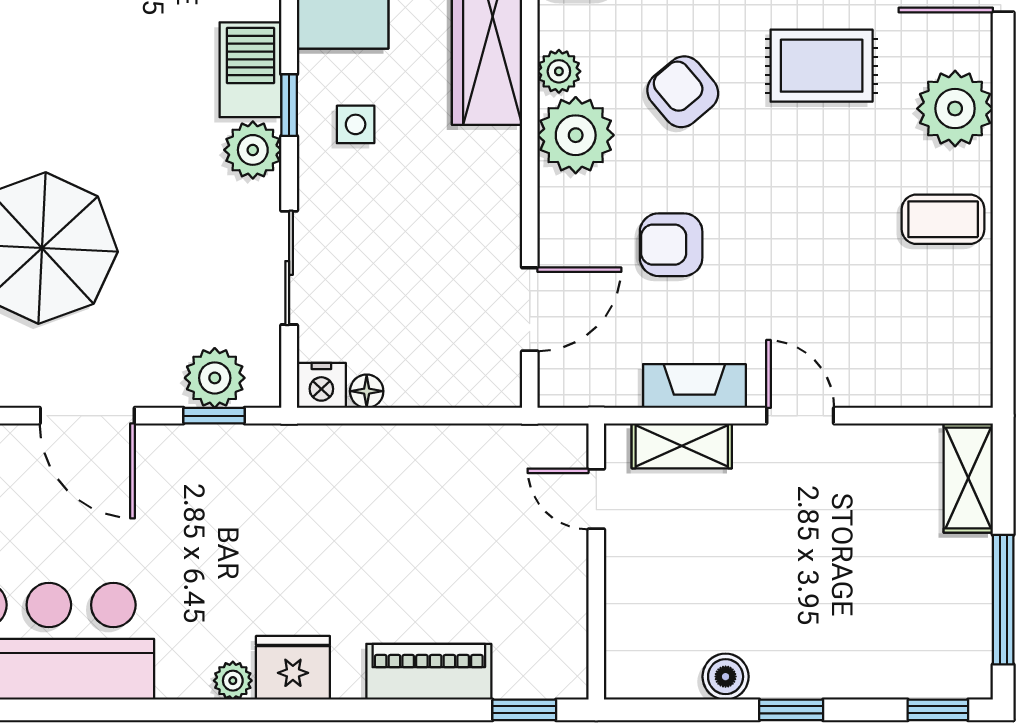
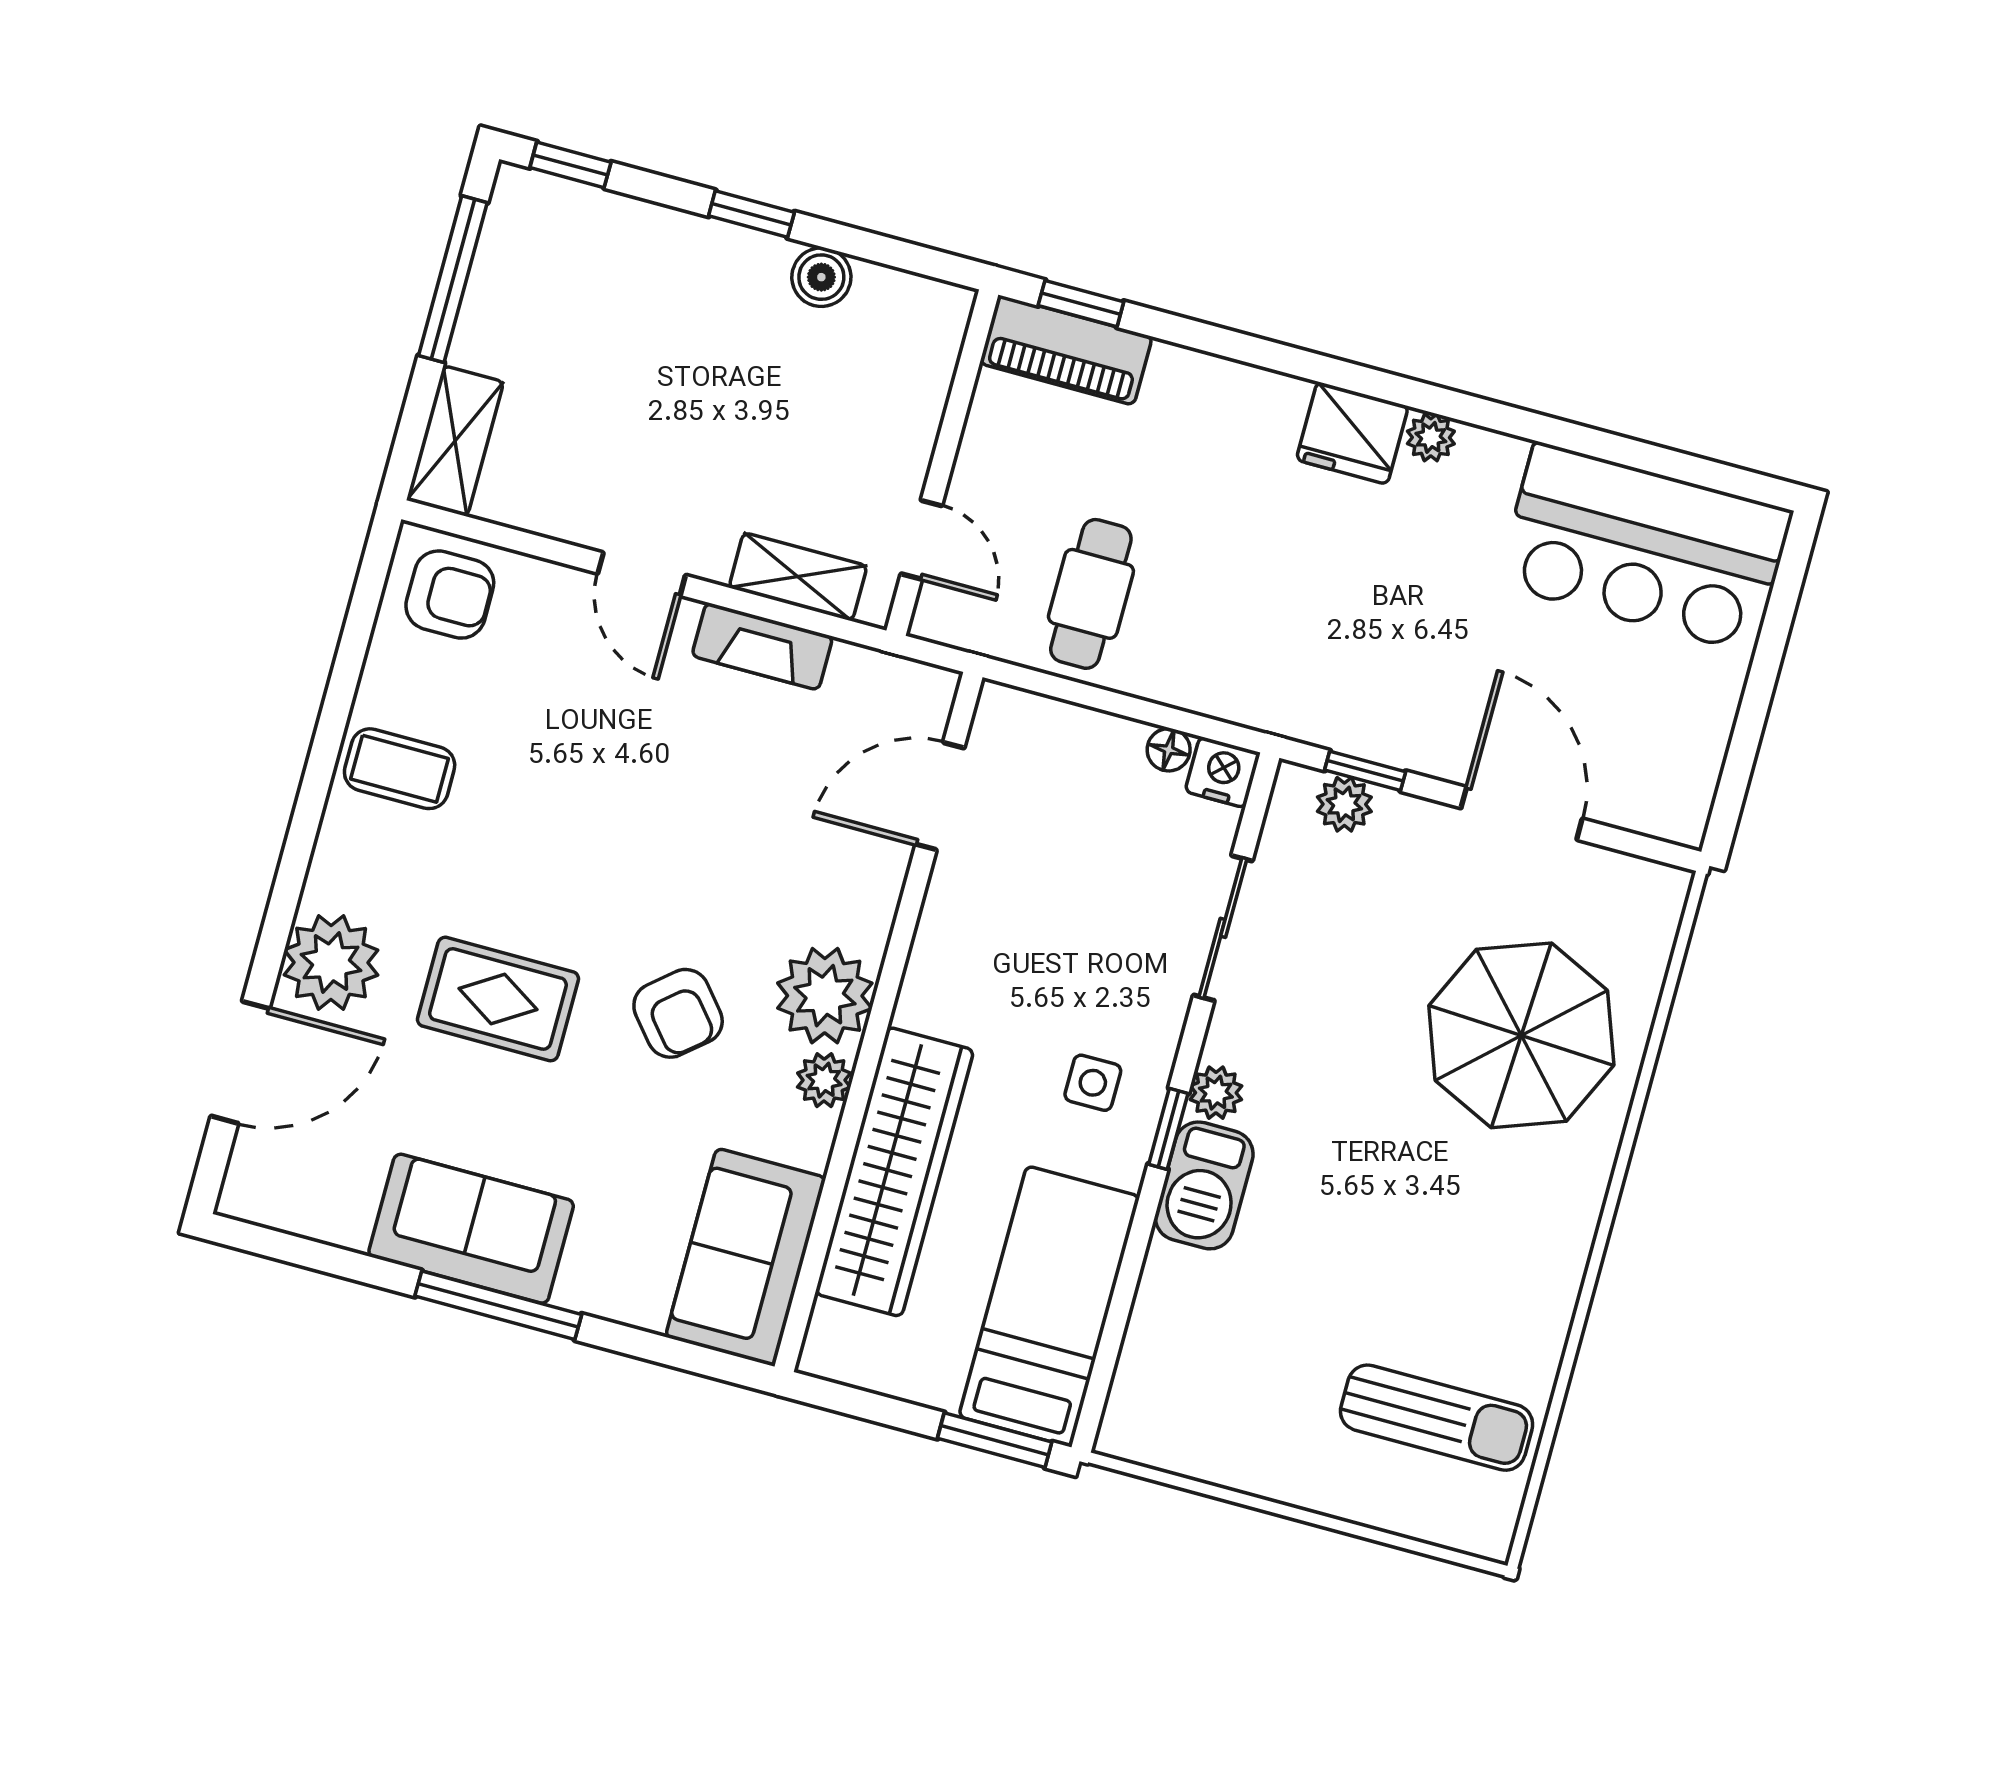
plant: (955, 109) -> (331, 962), moved
plant: (253, 150) -> (1216, 1093), width x0.73, depth x0.73
armchair: (671, 245) -> (450, 595), moved
plant: (215, 378) -> (1344, 804), width x0.73, depth x0.73
cafe table: (457, 493) -> (1091, 594), added
piano: (429, 672) -> (1066, 350), moved

